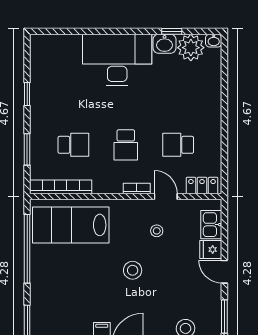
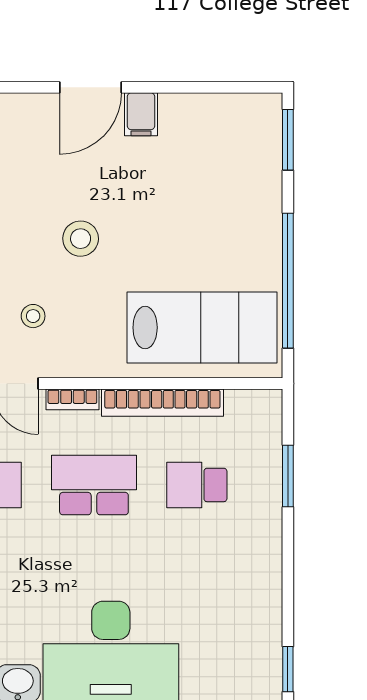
window: (27, 94) -> (288, 669), moved
school desk: (126, 145) -> (94, 485), width x1.85
bookcase: (61, 187) -> (162, 403), moved

